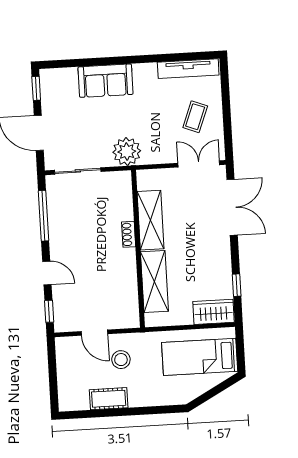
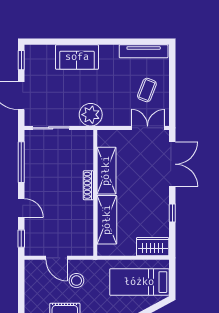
shoe rack: (129, 234) -> (88, 185), width x1.43
window: (237, 285) -> (172, 213), moved

